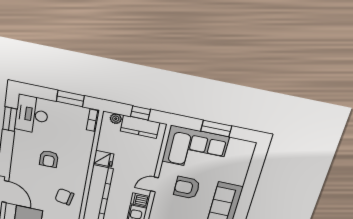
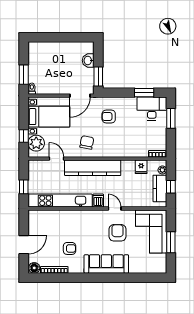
window: (70, 99) -> (171, 118), moved
armchair: (49, 159) -> (109, 116), moved
fridge: (104, 159) -> (141, 167), moved

